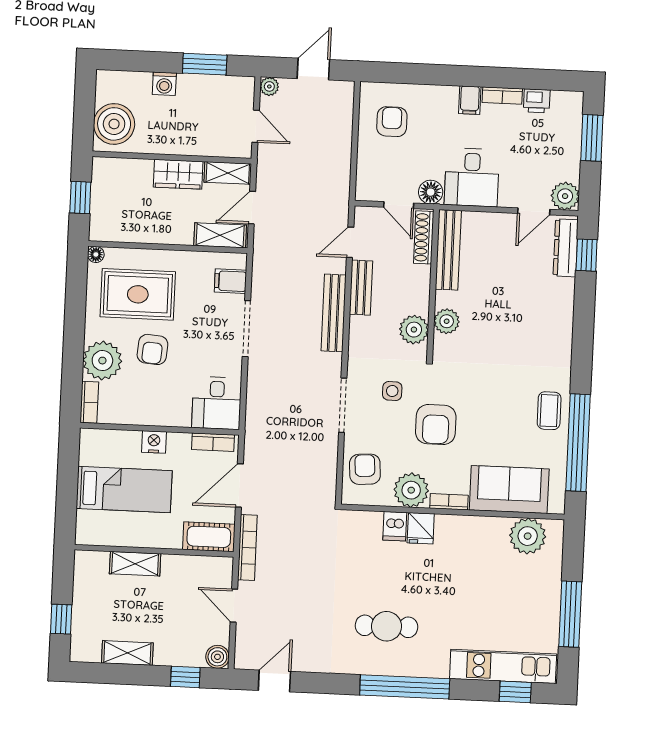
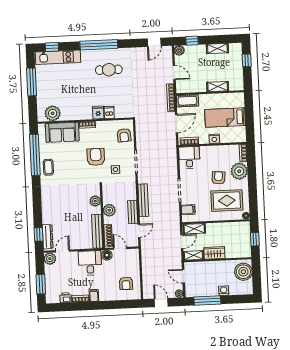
window: (205, 64) -> (207, 301), width x1.44
door: (313, 69) -> (161, 303), swing flipped
plant: (414, 330) -> (109, 210), moved
plant: (411, 490) -> (104, 128), removed

